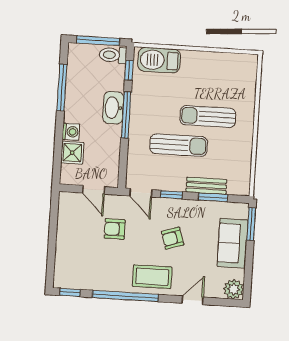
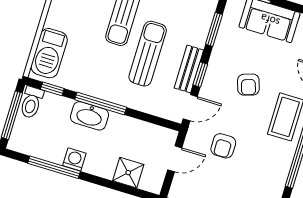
washing machine: (71, 132) -> (74, 159), moved
bench: (206, 186) -> (189, 69), moved

